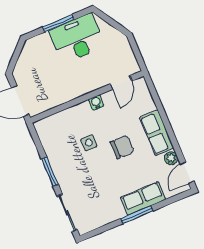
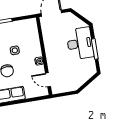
desk: (77, 38) -> (80, 43), moved

